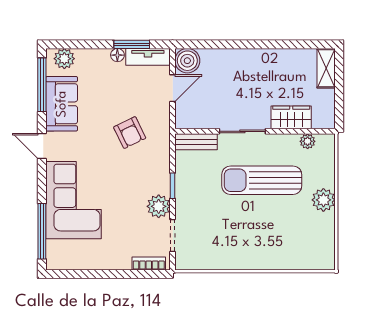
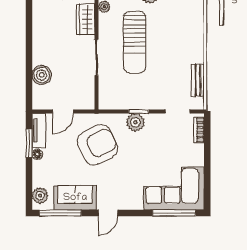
boiler: (187, 61) -> (42, 75), moved
door: (173, 88) -> (63, 111), swing flipped
armchair: (130, 133) -> (97, 145), width x1.88, depth x1.88
bench: (196, 142) -> (198, 80), moved
corner sofa: (73, 200) -> (174, 188), moved
plant: (159, 206) -> (135, 122), moved

